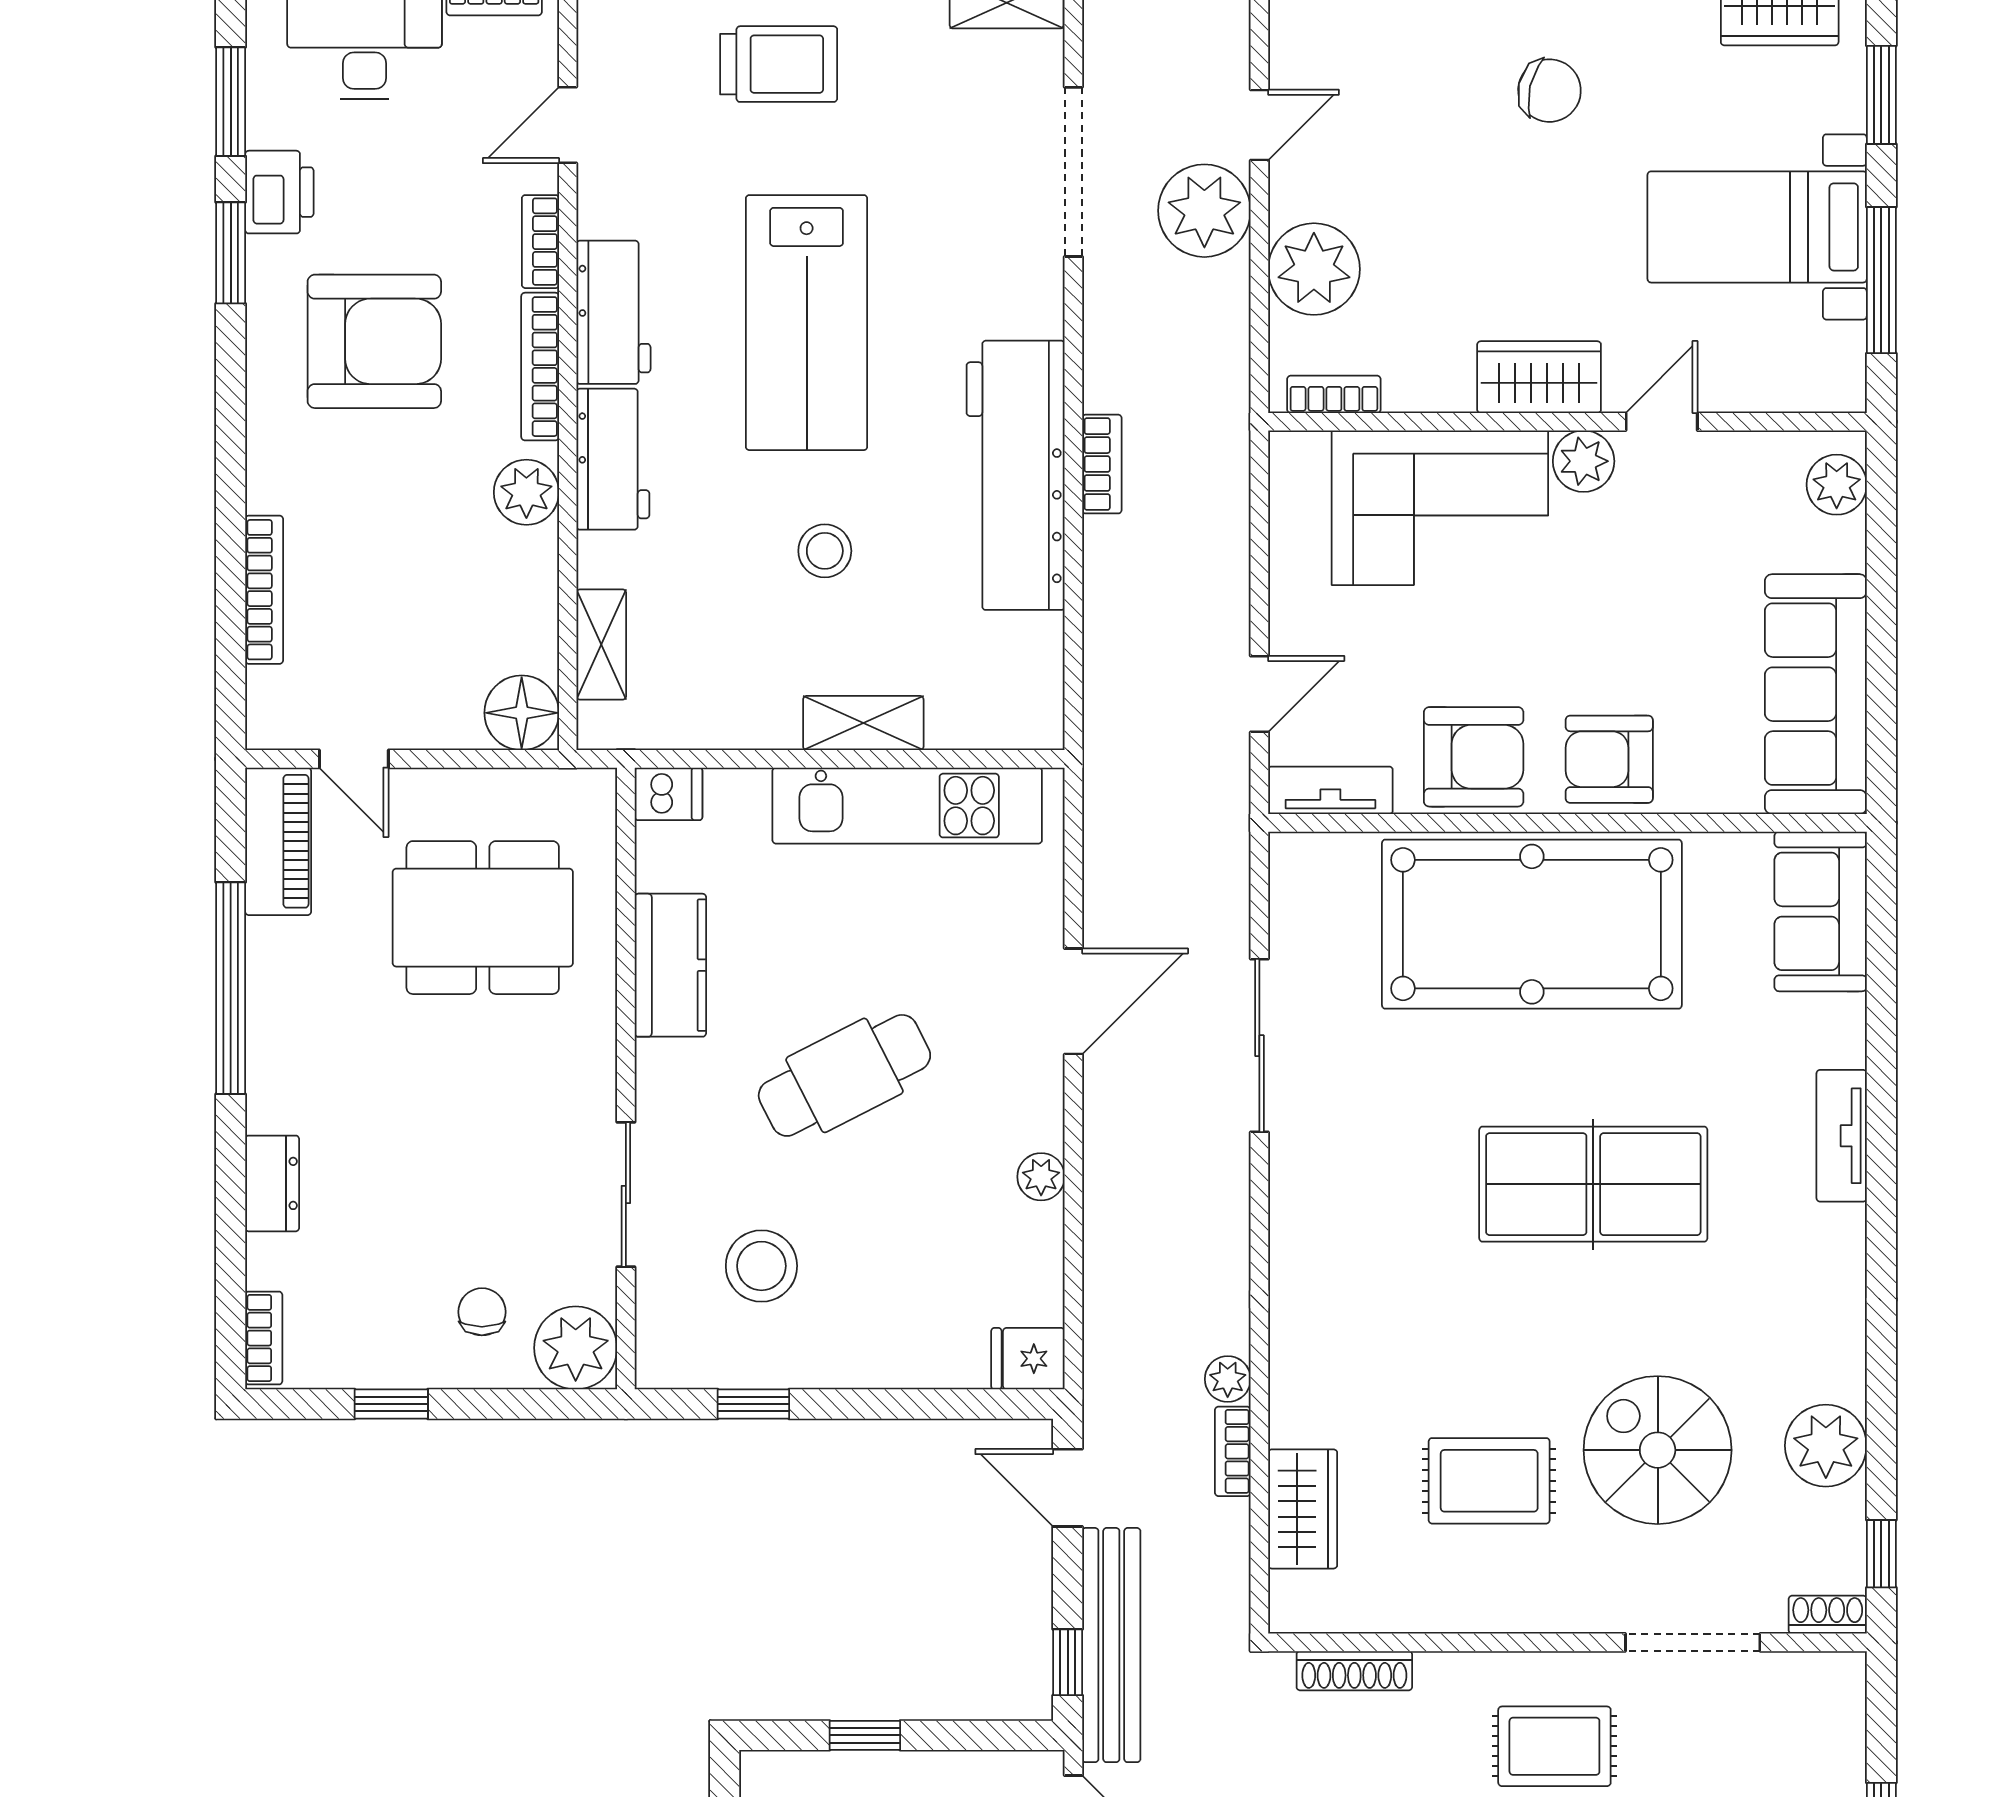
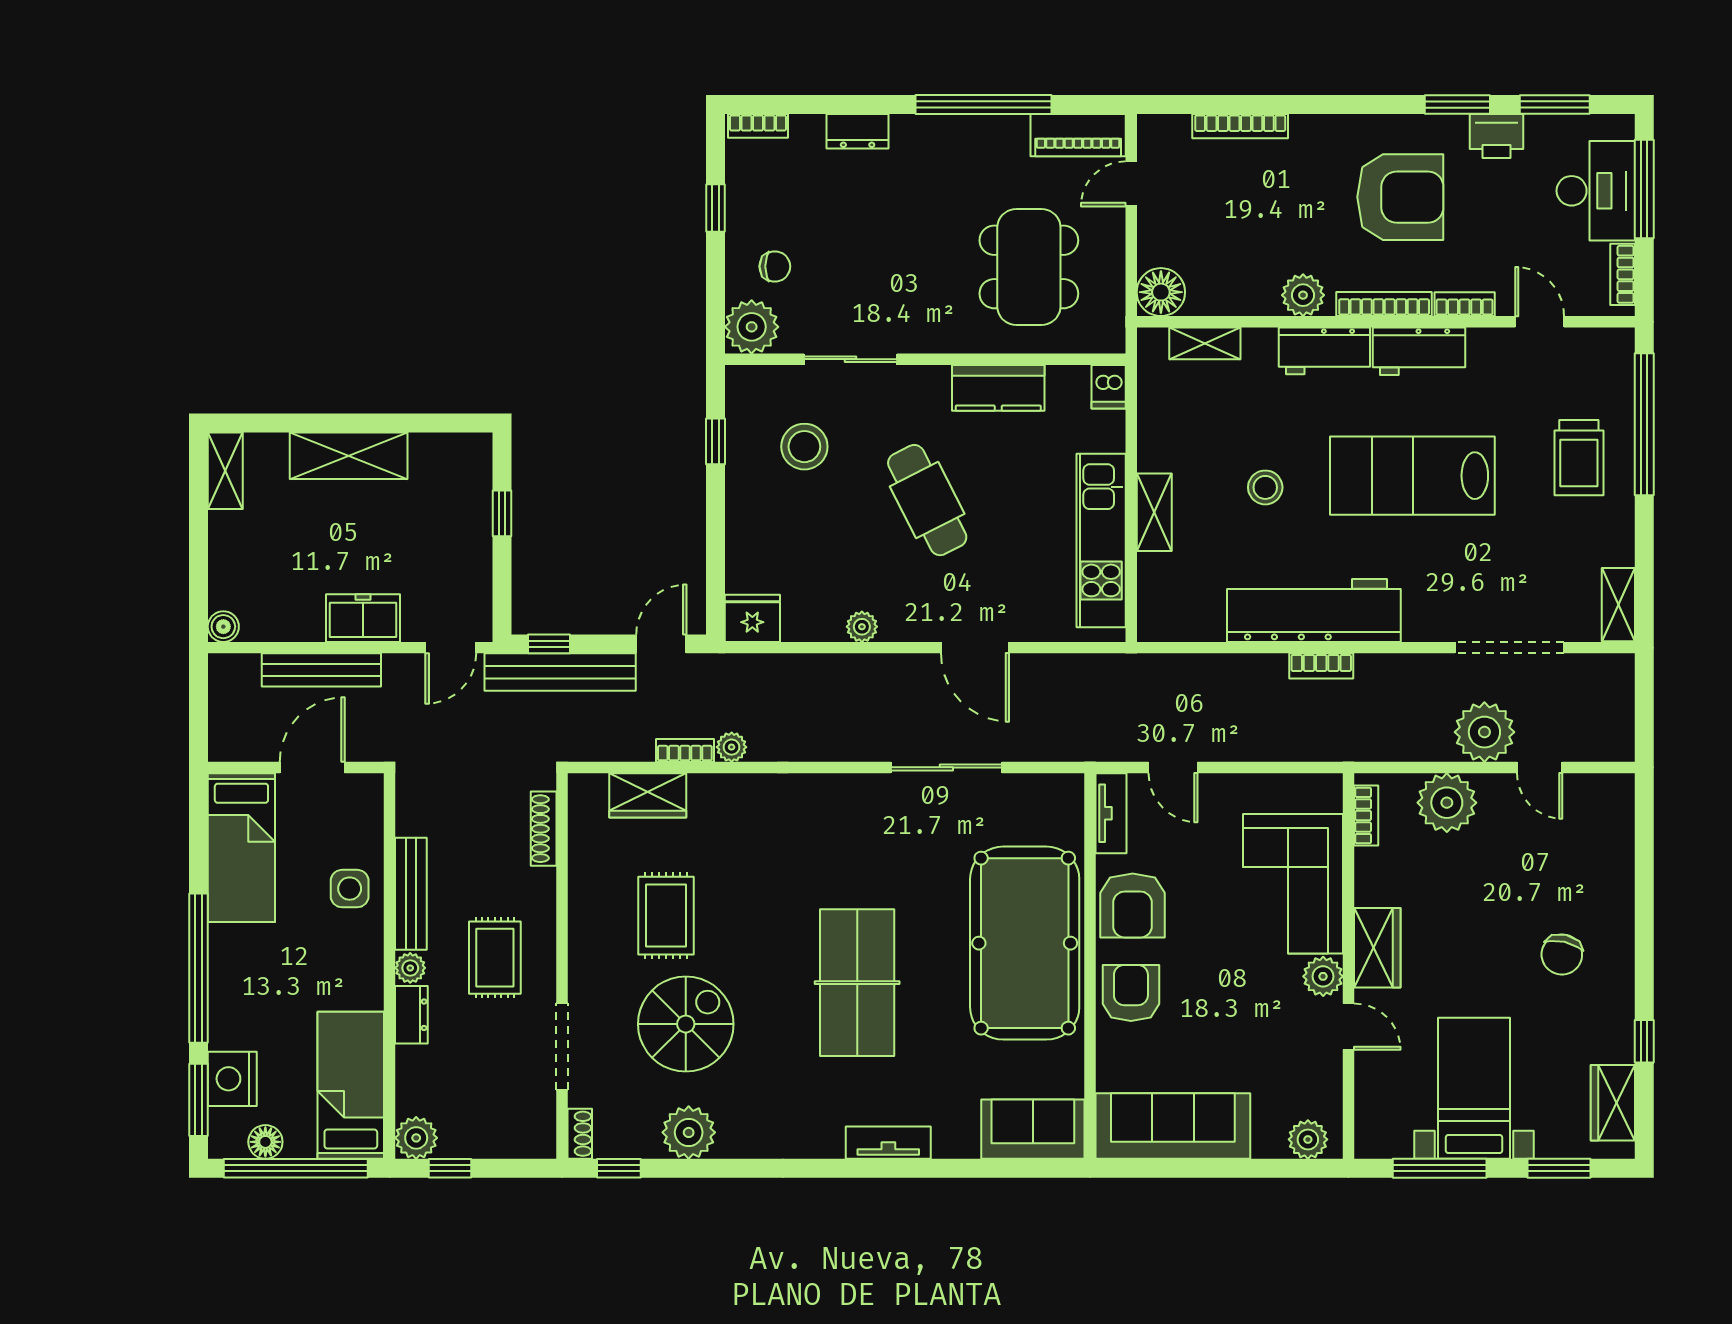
armchair: (374, 341) -> (1400, 197), turned -90
fridge: (1028, 1359) -> (752, 618), width x1.38

